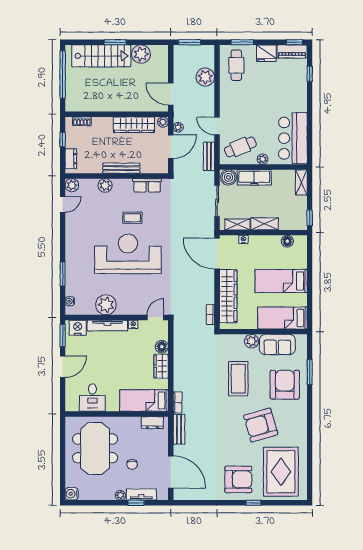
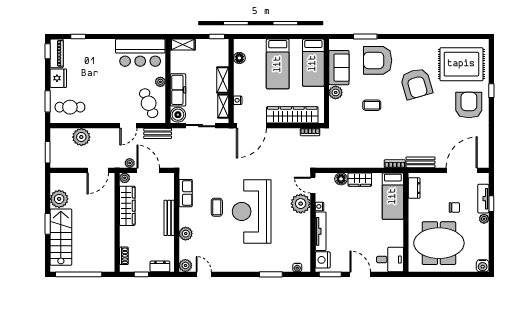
plant: (106, 305) -> (301, 204), moved
coffee table: (238, 379) -> (372, 105), width x0.54, depth x0.58
desk: (92, 398) -> (390, 260), moved

